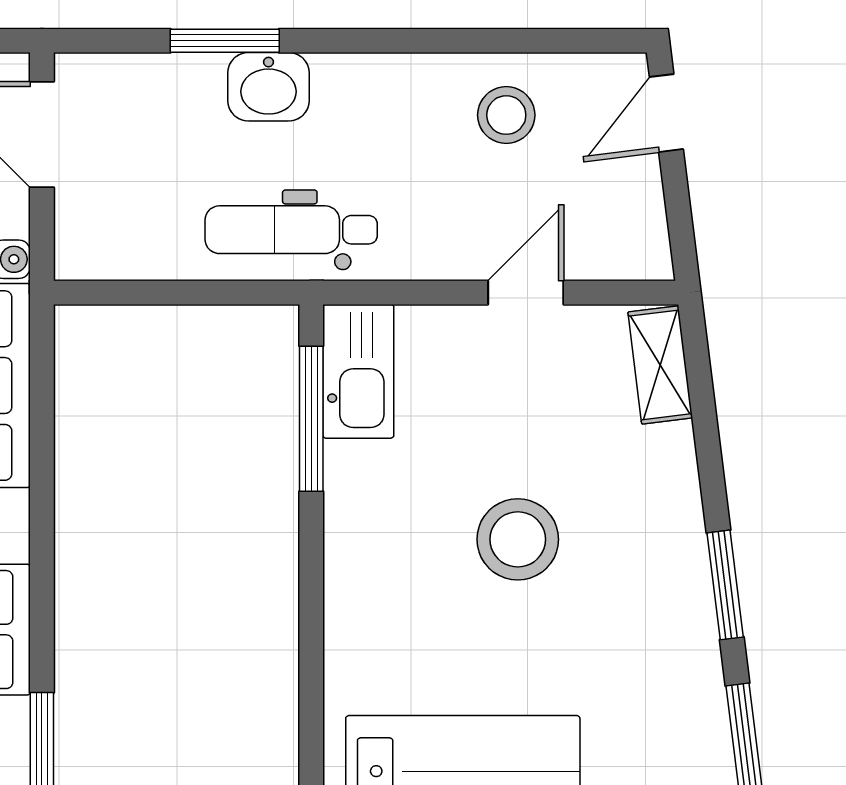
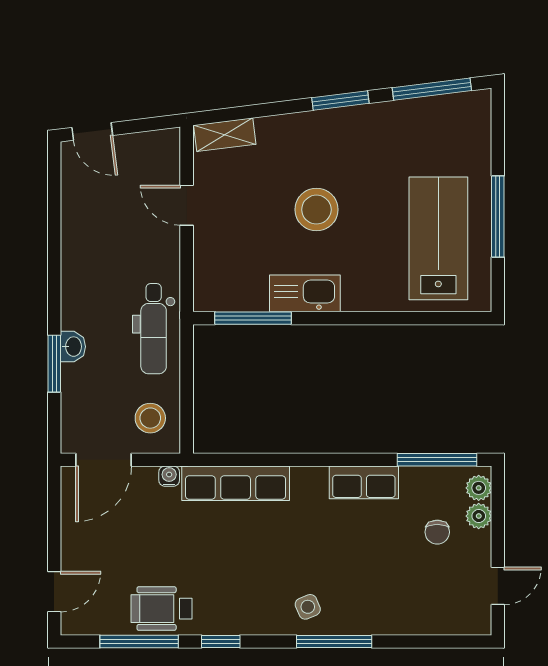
washbasin: (268, 87) -> (73, 347), width x0.72, depth x0.69
stool: (506, 115) -> (150, 418), moved
kitchen sink: (358, 371) -> (305, 293), moved

